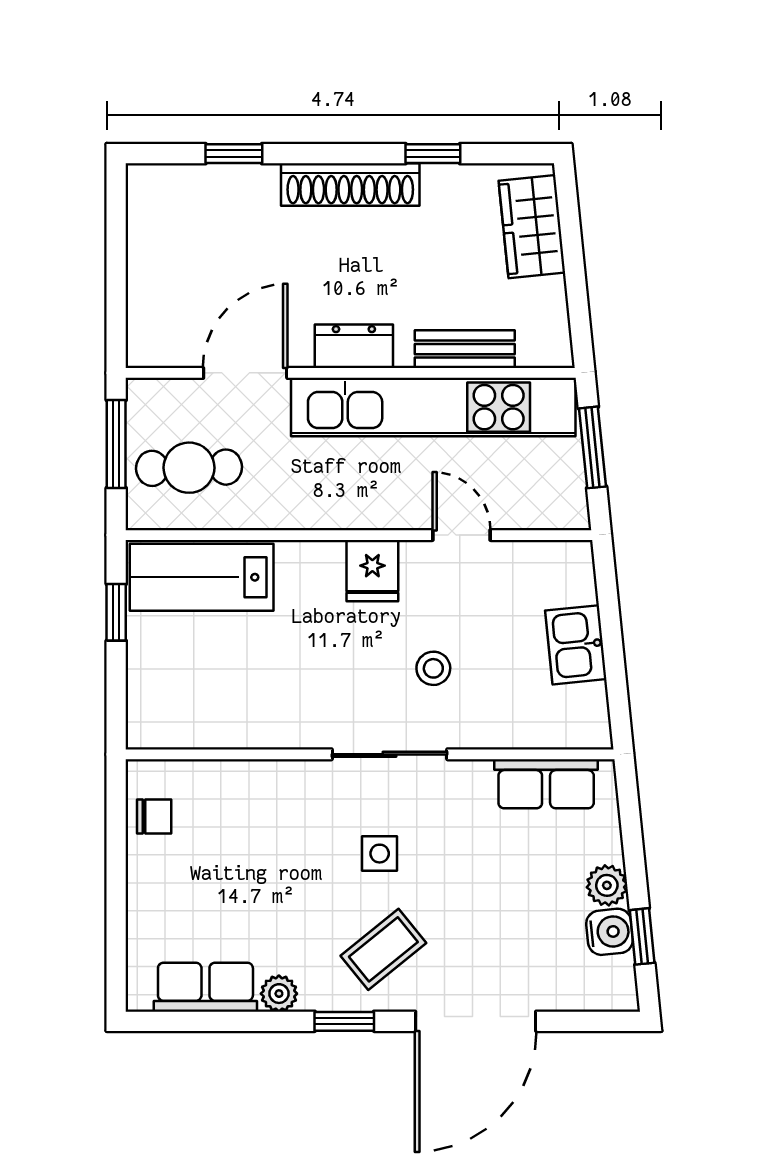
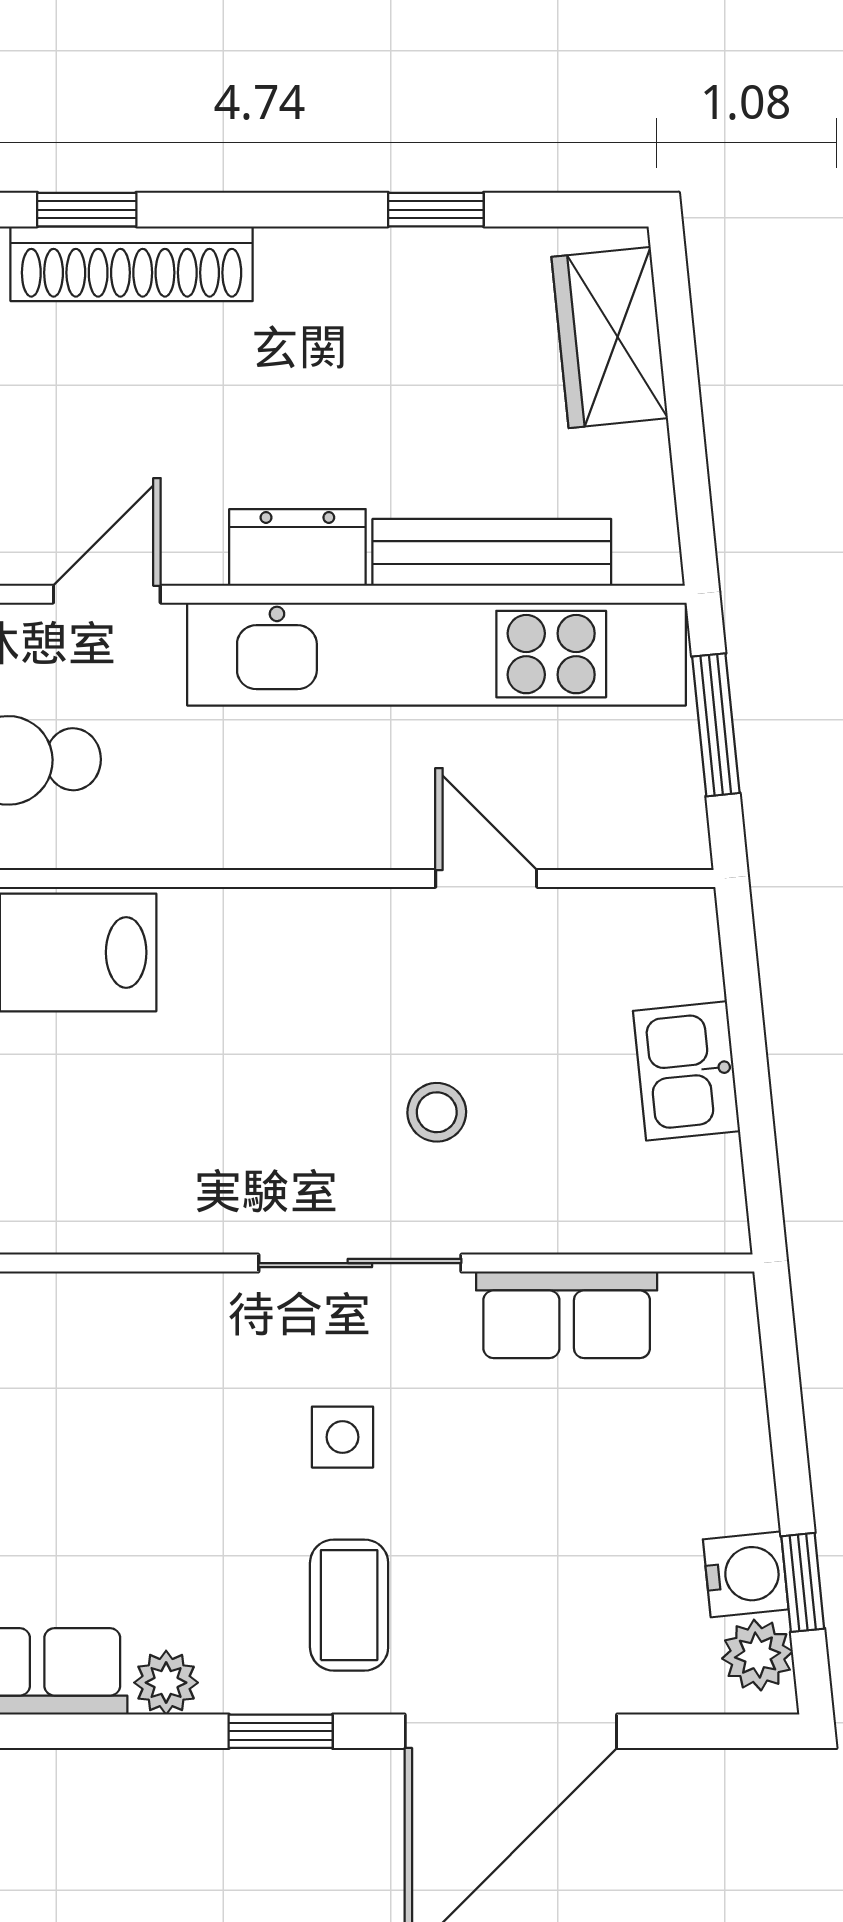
shoe rack: (350, 184) -> (132, 264), moved
bench: (465, 349) -> (492, 552), width x1.36
door: (245, 373) -> (107, 594), width x0.73
fridge: (372, 571) -> (330, 941), removed
row of seats: (546, 784) -> (567, 1315), moved
plant: (607, 885) -> (757, 1655), moved
coffee table: (383, 949) -> (349, 1605), turned -51

